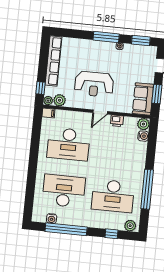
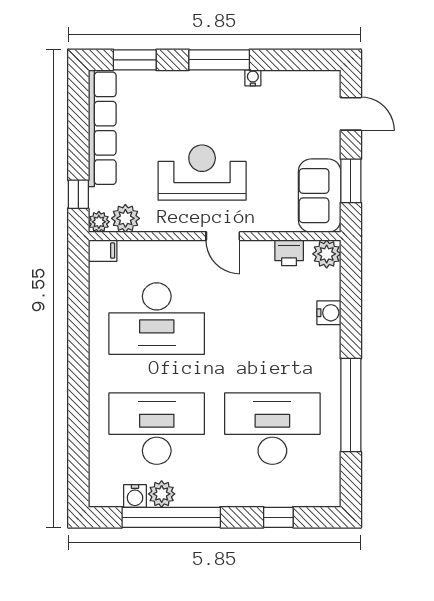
window: (141, 41) -> (135, 60), moved
reception desk: (94, 84) -> (202, 173), turned 180
door: (100, 112) -> (223, 236), hinge flipped
printer: (117, 121) -> (289, 253), moved
water cooler: (143, 136) -> (329, 313), moved
desk: (113, 196) -> (272, 429), turned 180
plant: (130, 226) -> (162, 494), moved

